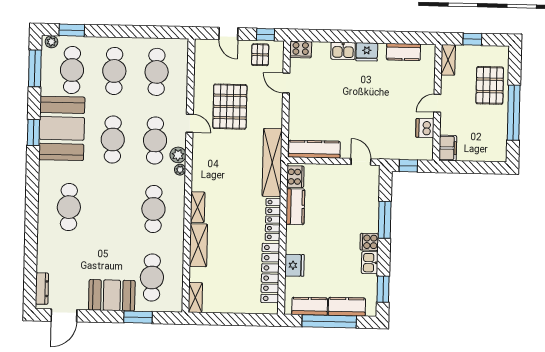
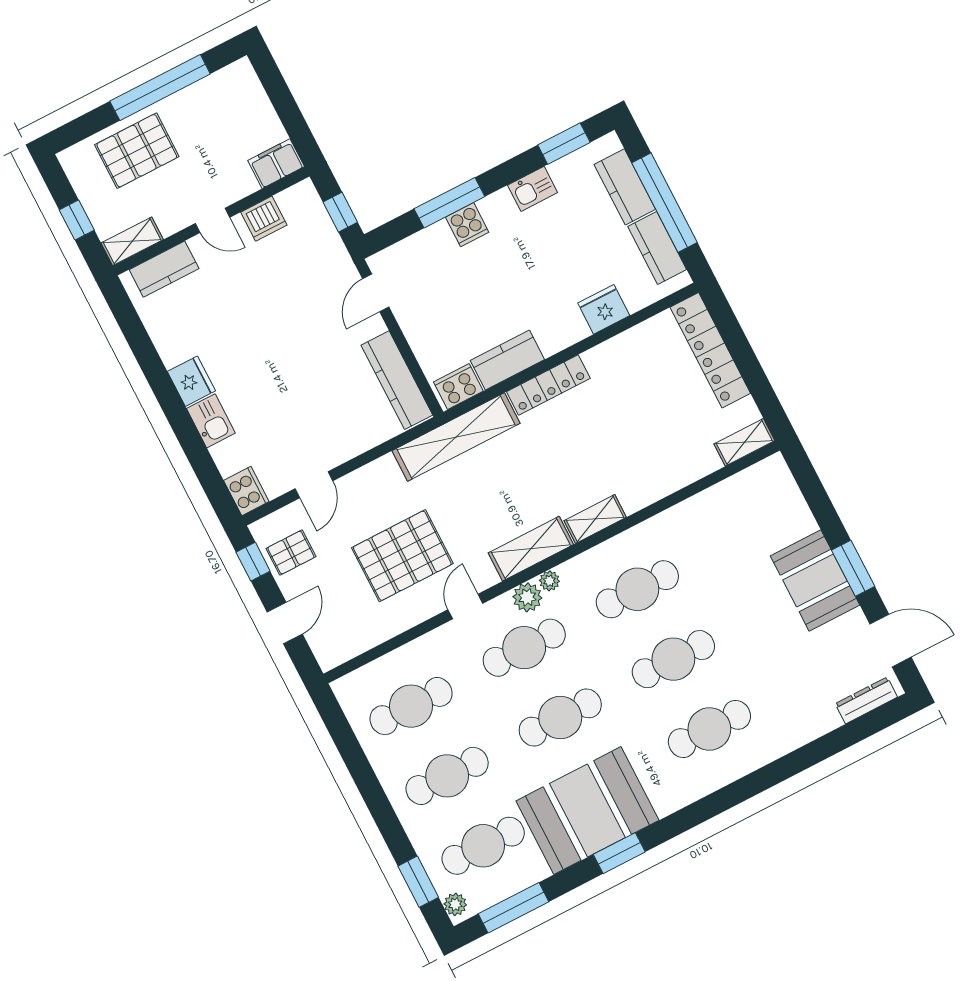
kitchen counter: (403, 52) -> (164, 269), moved, turned 90
cooker: (369, 242) -> (467, 225), moved
shelving: (198, 245) -> (531, 549), moved
locker: (270, 273) -> (710, 350), moved, turned 90
cafe table: (152, 278) -> (673, 659), moved
window: (138, 317) -> (853, 568), moved

